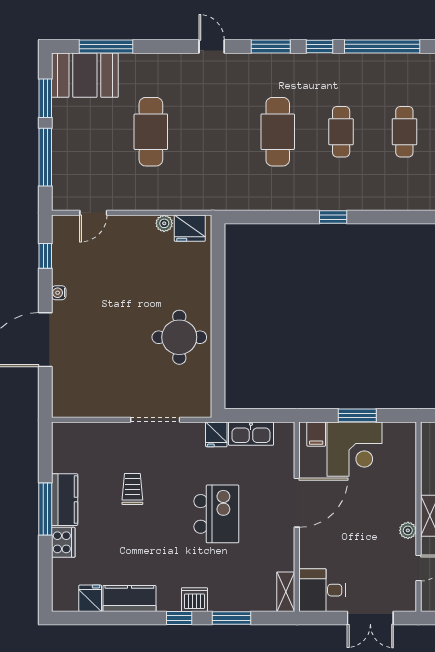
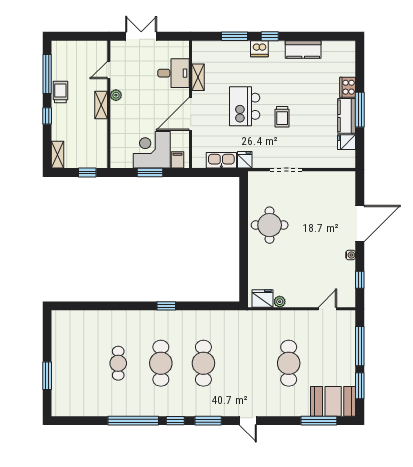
cafe table: (341, 132) -> (161, 363), width x1.37, depth x1.35
trolley: (132, 489) -> (282, 117), moved
desk: (322, 590) -> (174, 73), moved
shelving: (286, 592) -> (198, 77), moved
fridge: (90, 598) -> (346, 142), moved, turned 90

